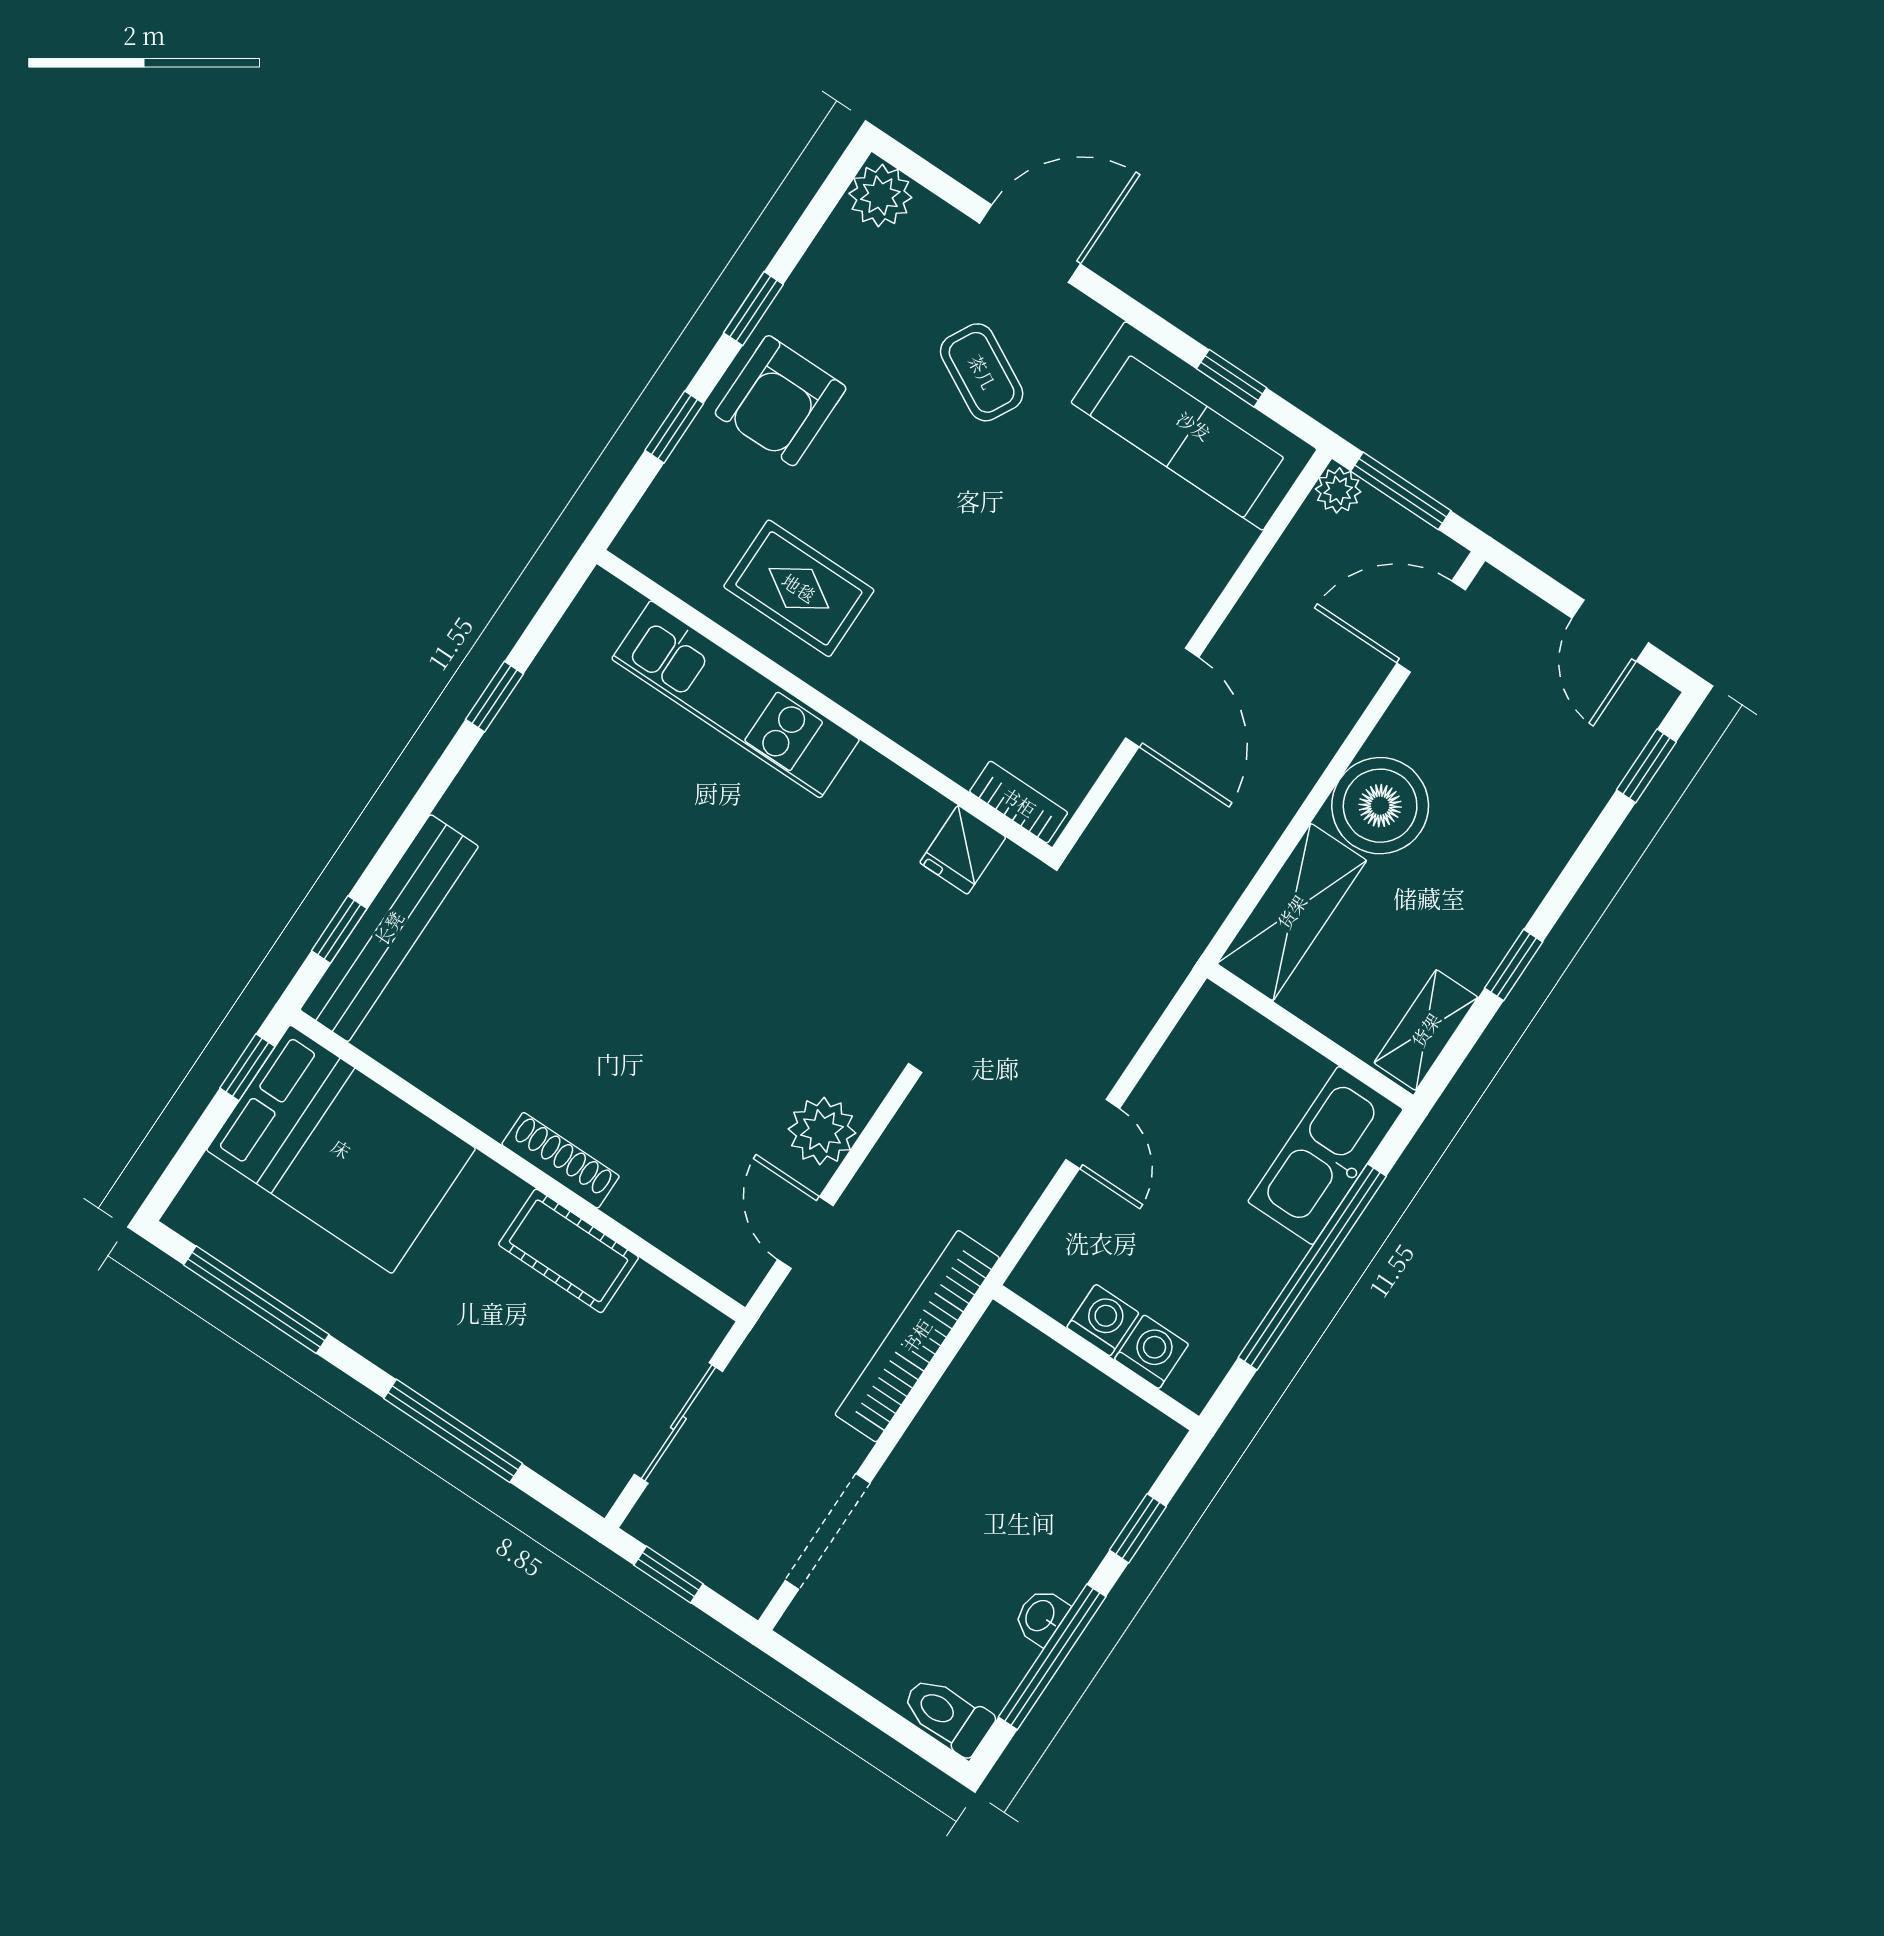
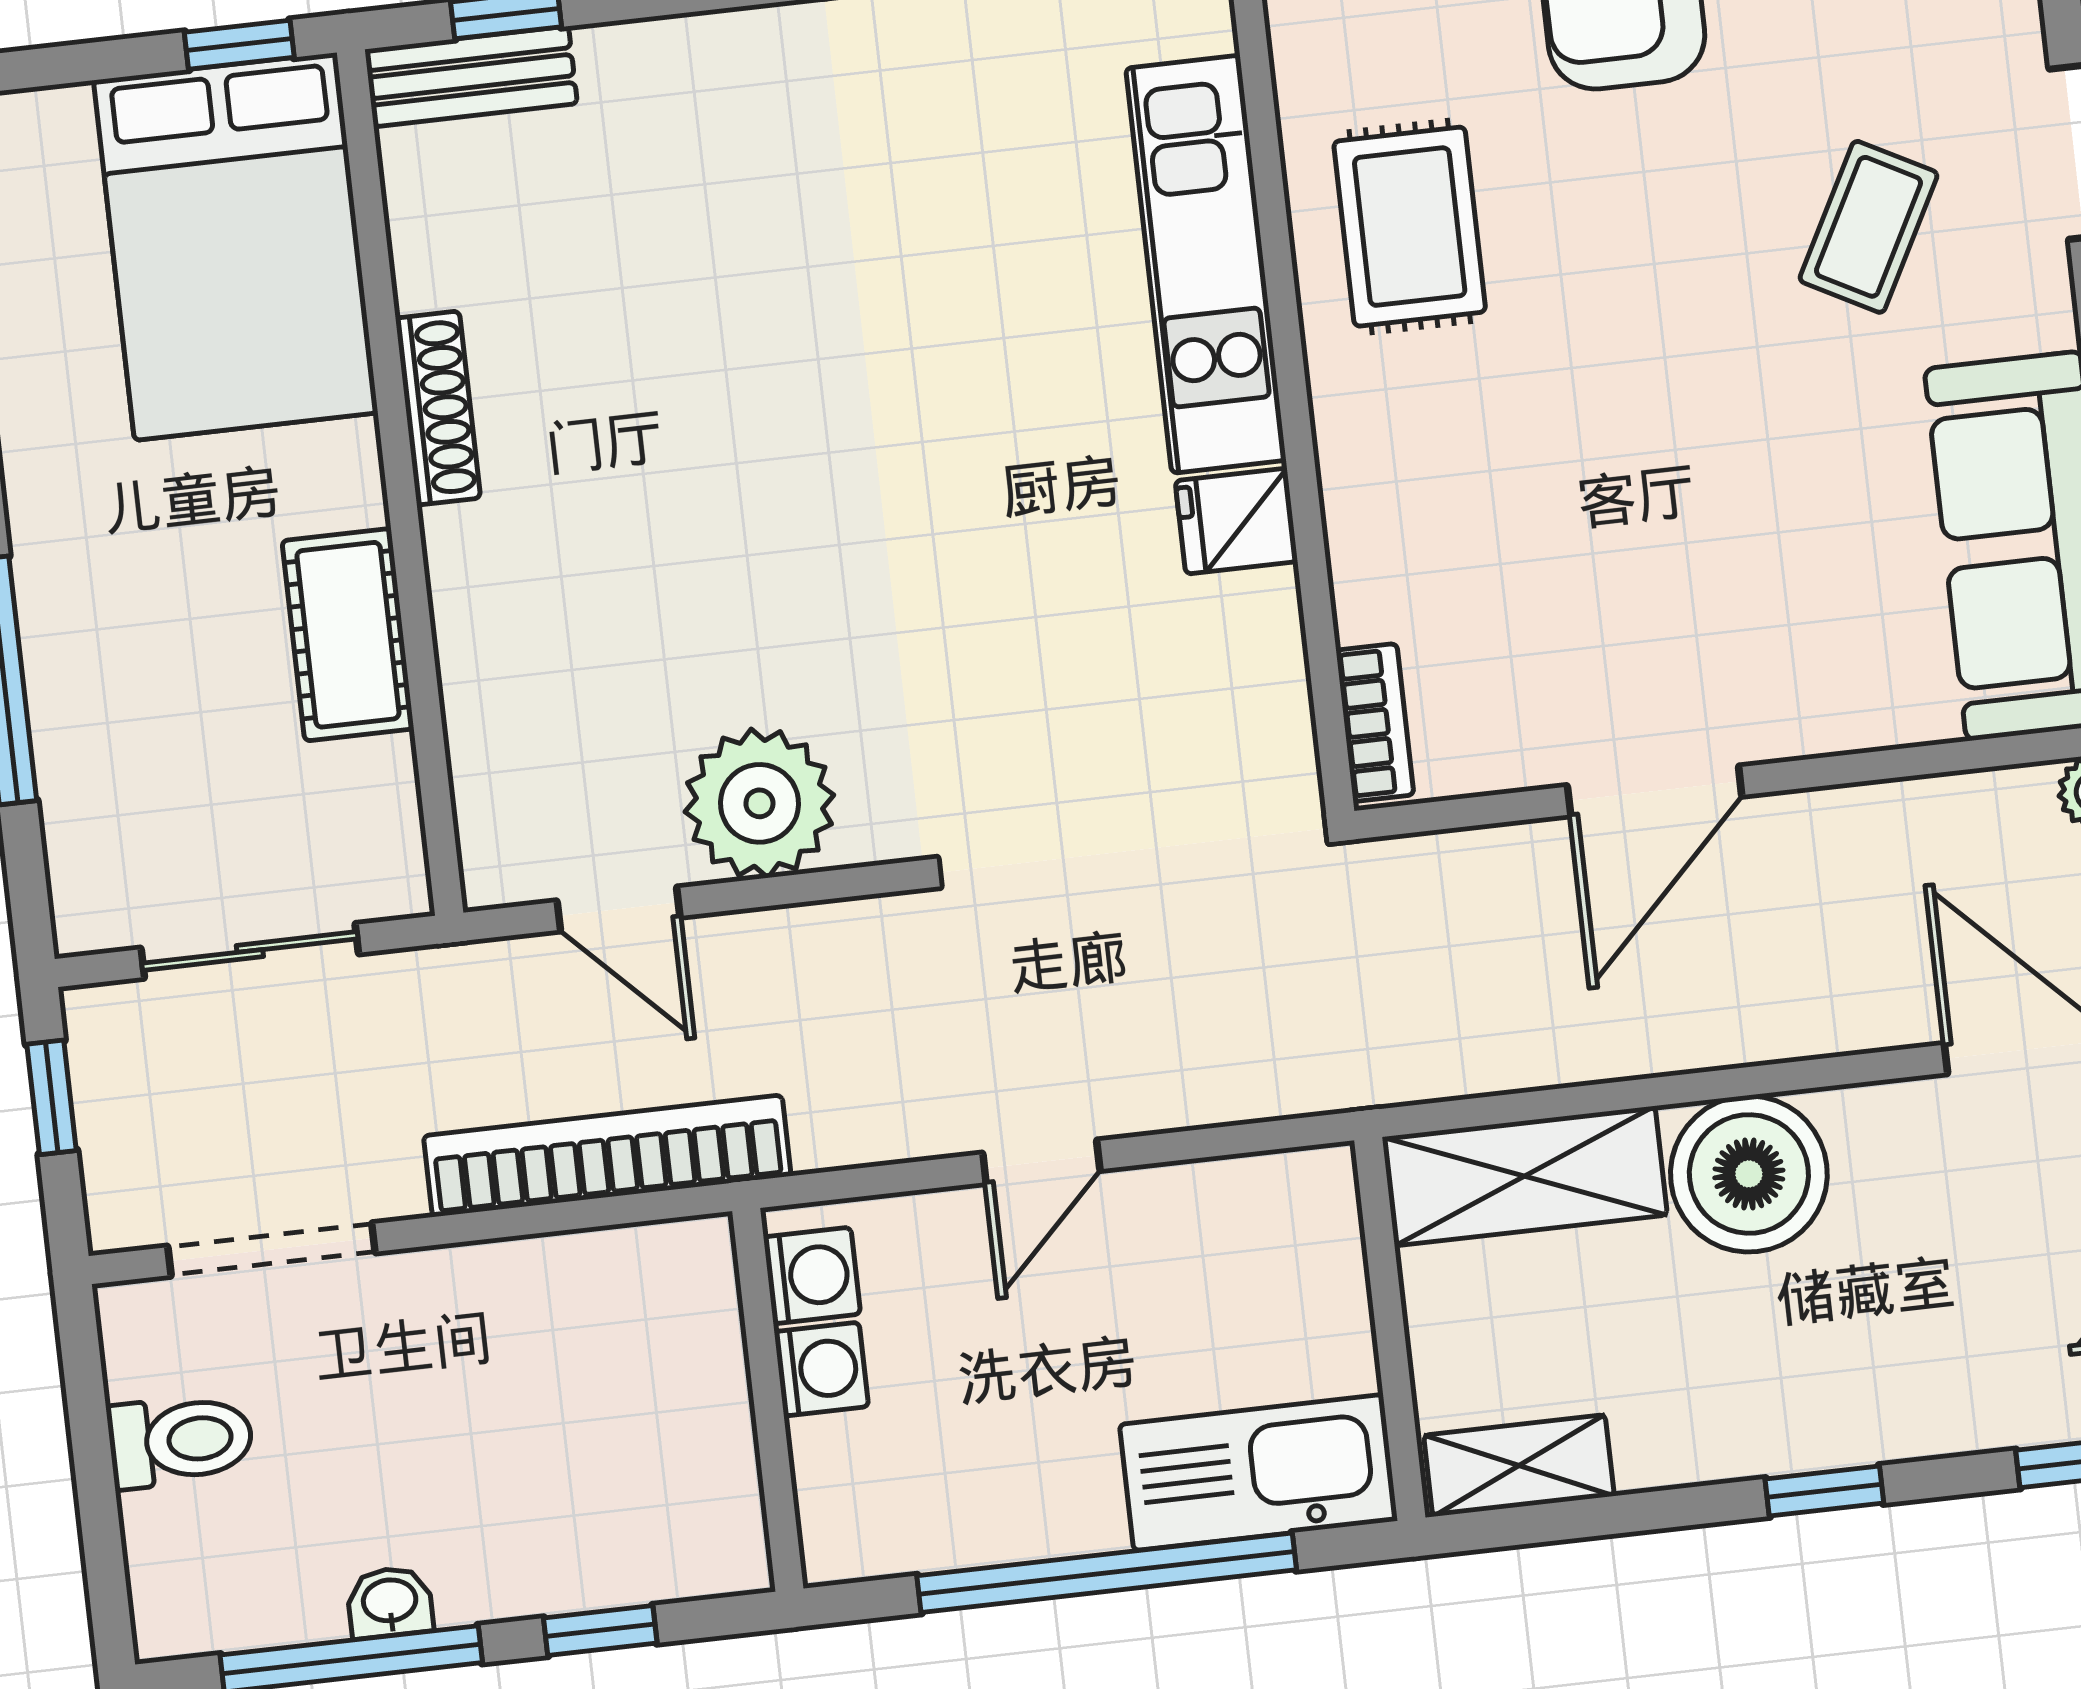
fridge: (963, 850) -> (1236, 521), moved
bench: (389, 928) -> (471, 77), width x0.54, depth x0.82
window: (1514, 965) -> (1824, 1491), moved
plant: (822, 1131) -> (759, 803), width x1.36, depth x1.36
shoe rack: (561, 1160) -> (438, 408), moved
door: (805, 1233) -> (618, 909), swing flipped
washing machine: (1152, 1352) -> (812, 1276), moved
toilet: (947, 1715) -> (180, 1441), moved, turned 90

